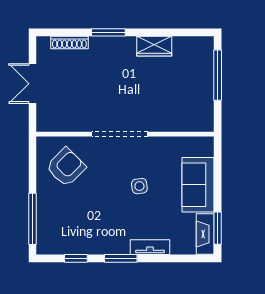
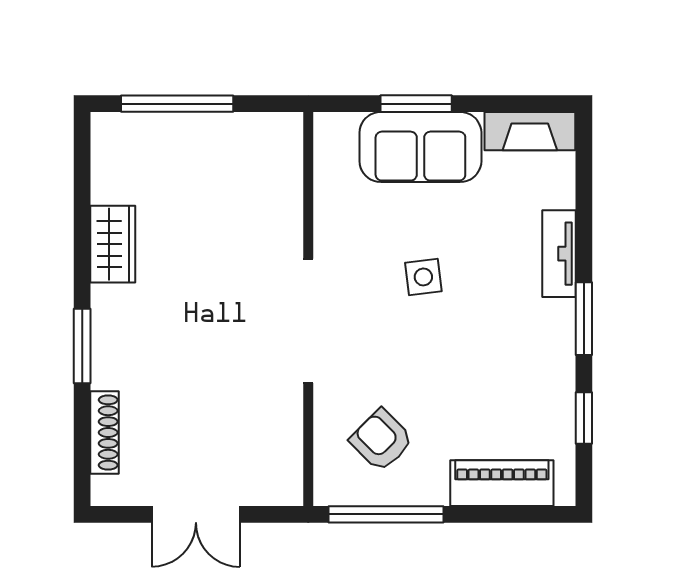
armchair: (66, 167) -> (381, 440), width x0.72, depth x0.72
window: (32, 219) -> (386, 514), moved
piano: (47, 221) -> (502, 483), added
window: (218, 228) -> (416, 104), moved

